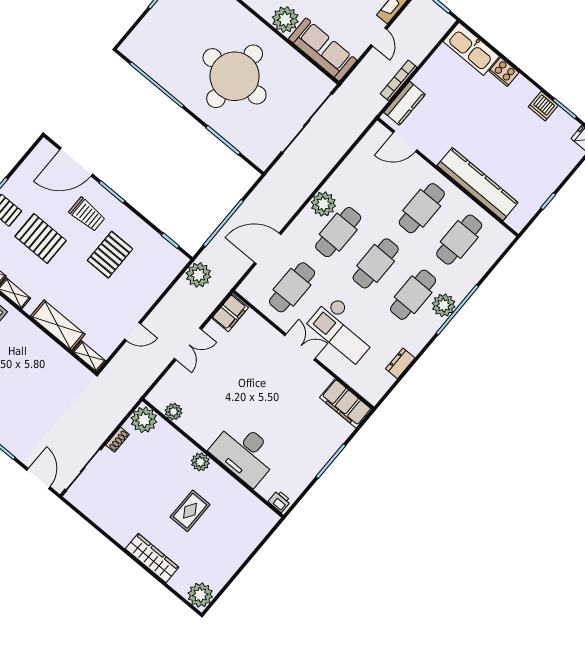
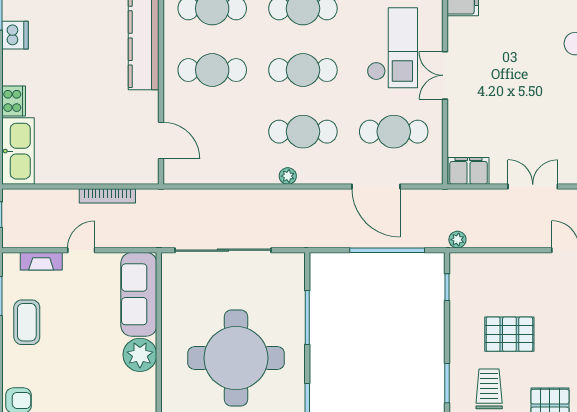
kitchen counter: (404, 103) -> (125, 172), removed
plant: (323, 204) -> (288, 176), width x0.53, depth x0.53
plant: (199, 275) -> (457, 240), width x0.53, depth x0.53

